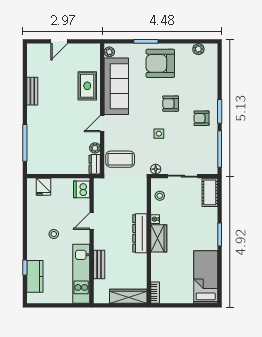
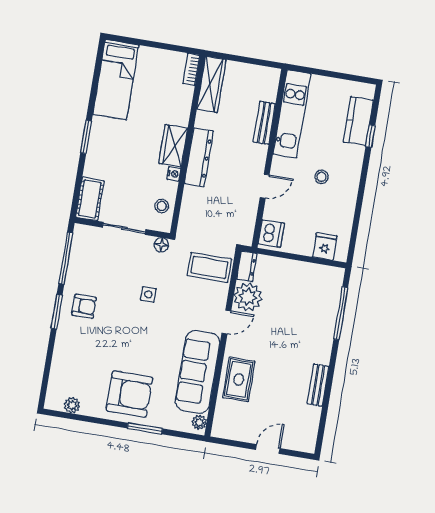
armchair: (171, 104) -> (125, 334), removed
plant: (95, 148) -> (248, 297), width x1.88, depth x1.88
wardrobe: (128, 296) -> (211, 84), moved, turned -90

